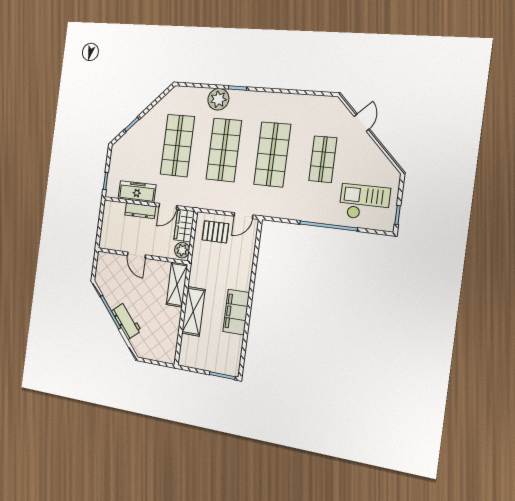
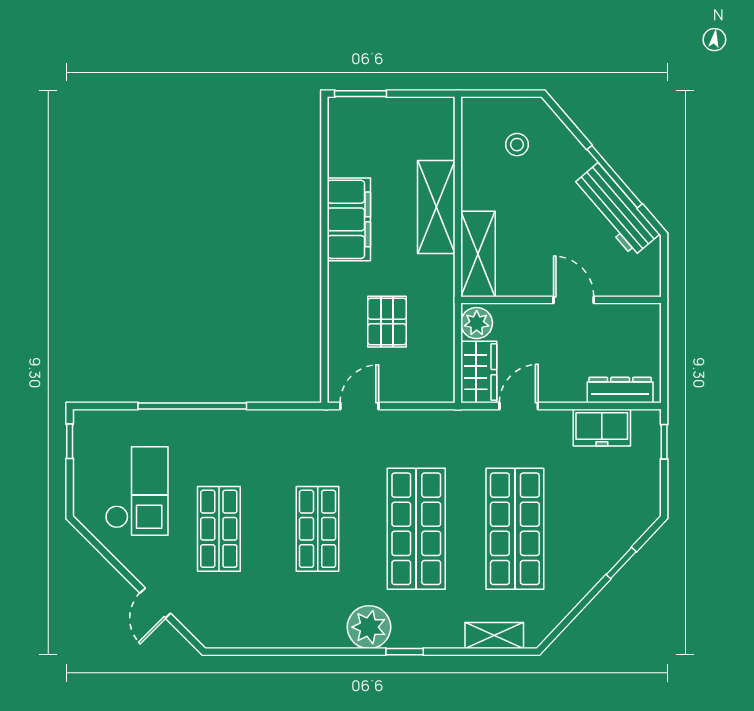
shelving: (194, 93) -> (494, 636), added
plant: (218, 99) -> (369, 627), moved
shop shelf: (272, 154) -> (318, 529), width x0.70, depth x0.74
freezer: (137, 192) -> (602, 428), width x0.71
checkout: (364, 202) -> (137, 491), moved, turned -90
dresser: (140, 211) -> (620, 390), moved
pallet: (215, 232) -> (387, 322), moved, turned 90
workbench: (126, 321) -> (616, 210), moved, width x1.37
stool: (152, 336) -> (517, 145), added

